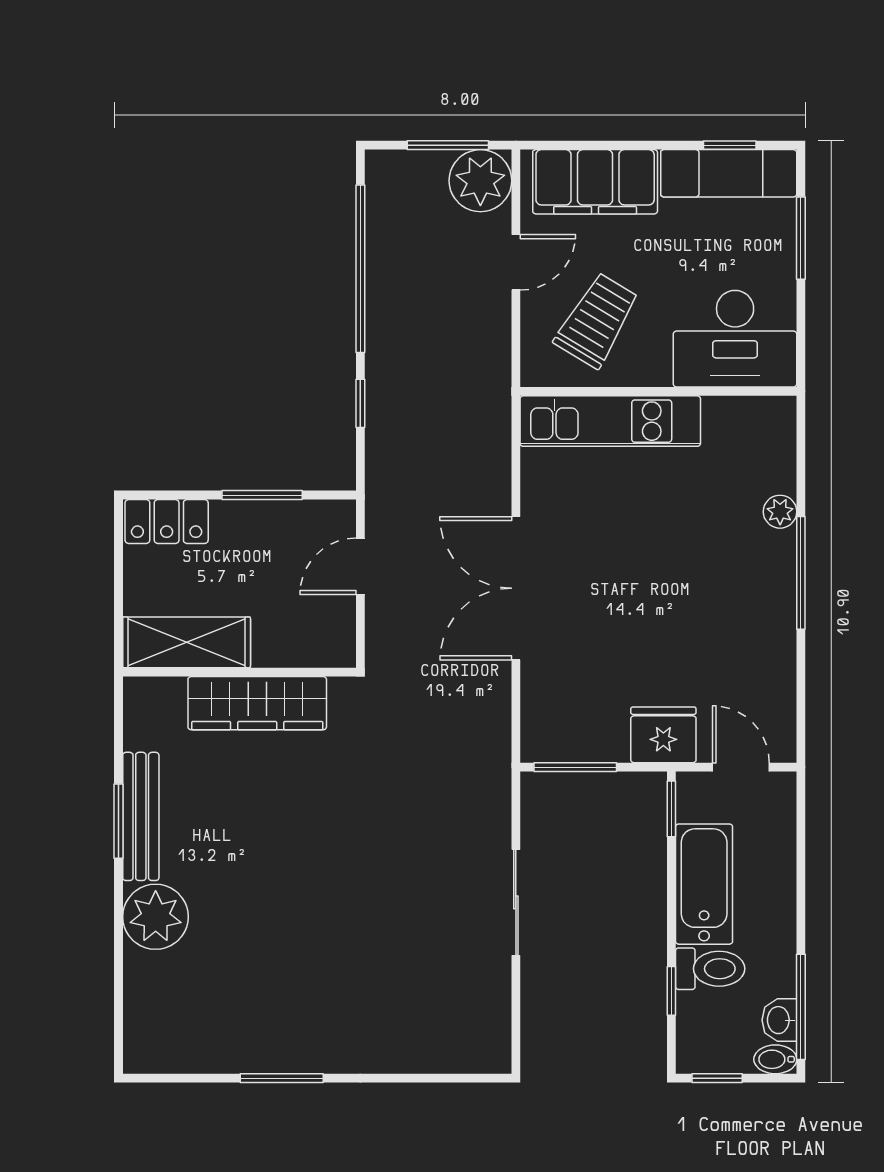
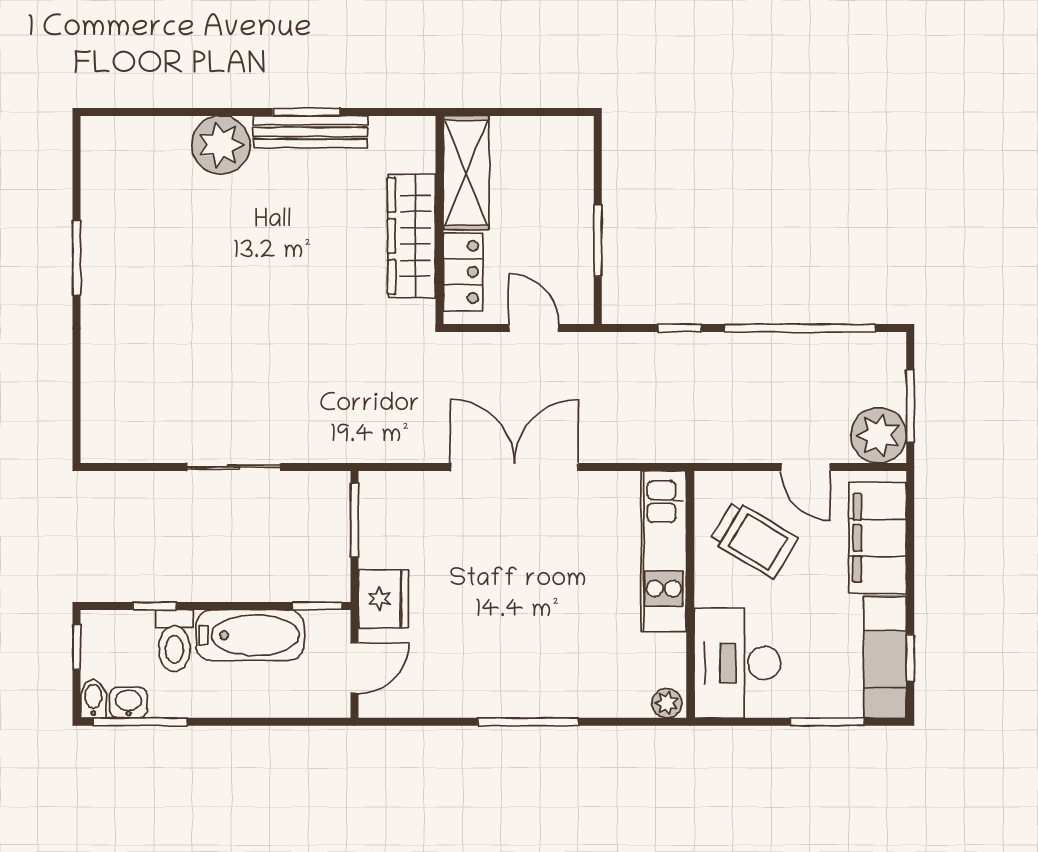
plant: (780, 512) -> (667, 703), moved
locker: (167, 521) -> (463, 272), moved, turned 180

